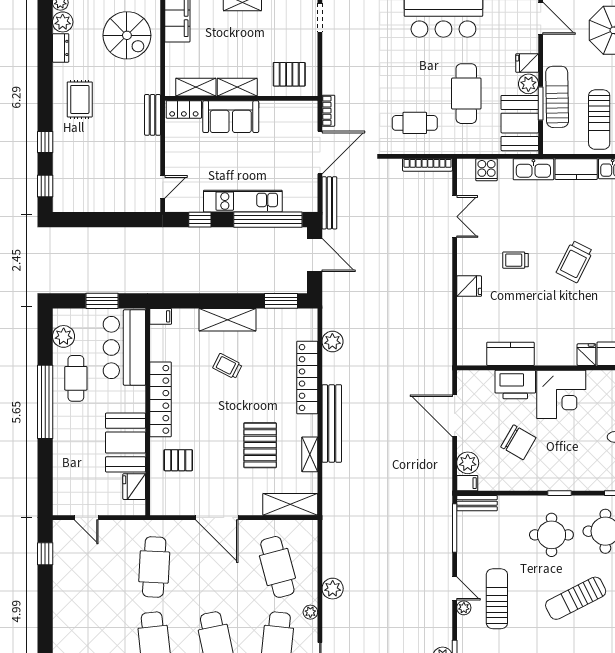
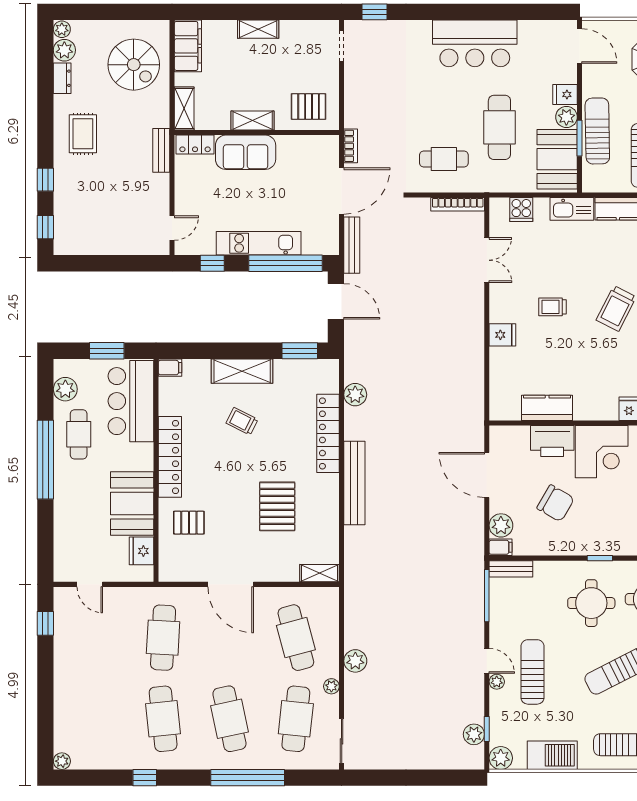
shelving: (196, 87) -> (184, 109), moved, turned 90
shelving: (310, 454) -> (331, 516), removed
shelving: (290, 504) -> (319, 573), width x0.67, depth x0.75

